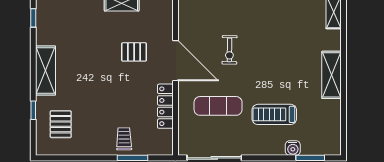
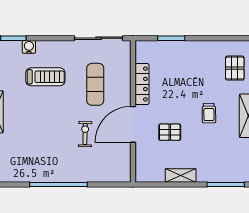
door: (175, 61) -> (133, 124), hinge flipped
exercise mat: (218, 106) -> (95, 84), turned 90
trolley: (124, 139) -> (209, 113), moved

